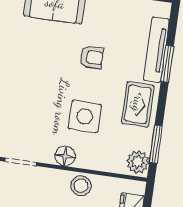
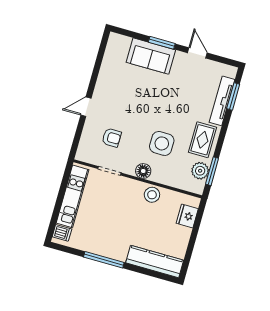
armchair: (92, 57) -> (112, 138), moved
window: (167, 64) -> (233, 96), moved
plant: (138, 162) -> (200, 171), moved

